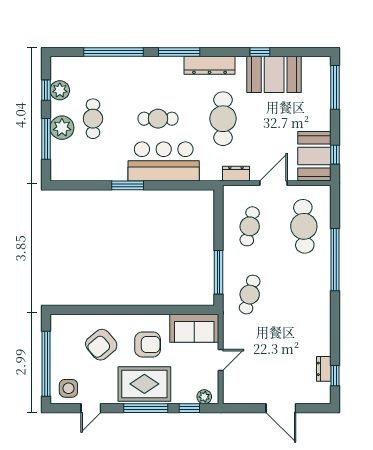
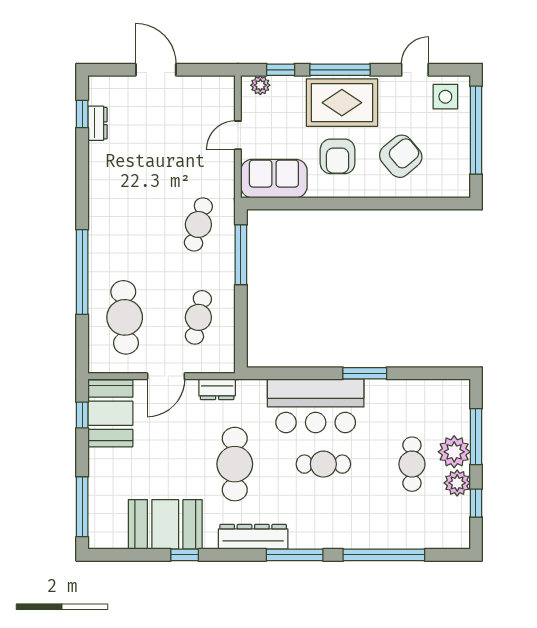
plant: (60, 90) -> (457, 483), moved
armchair: (148, 344) -> (338, 156), turned -90

